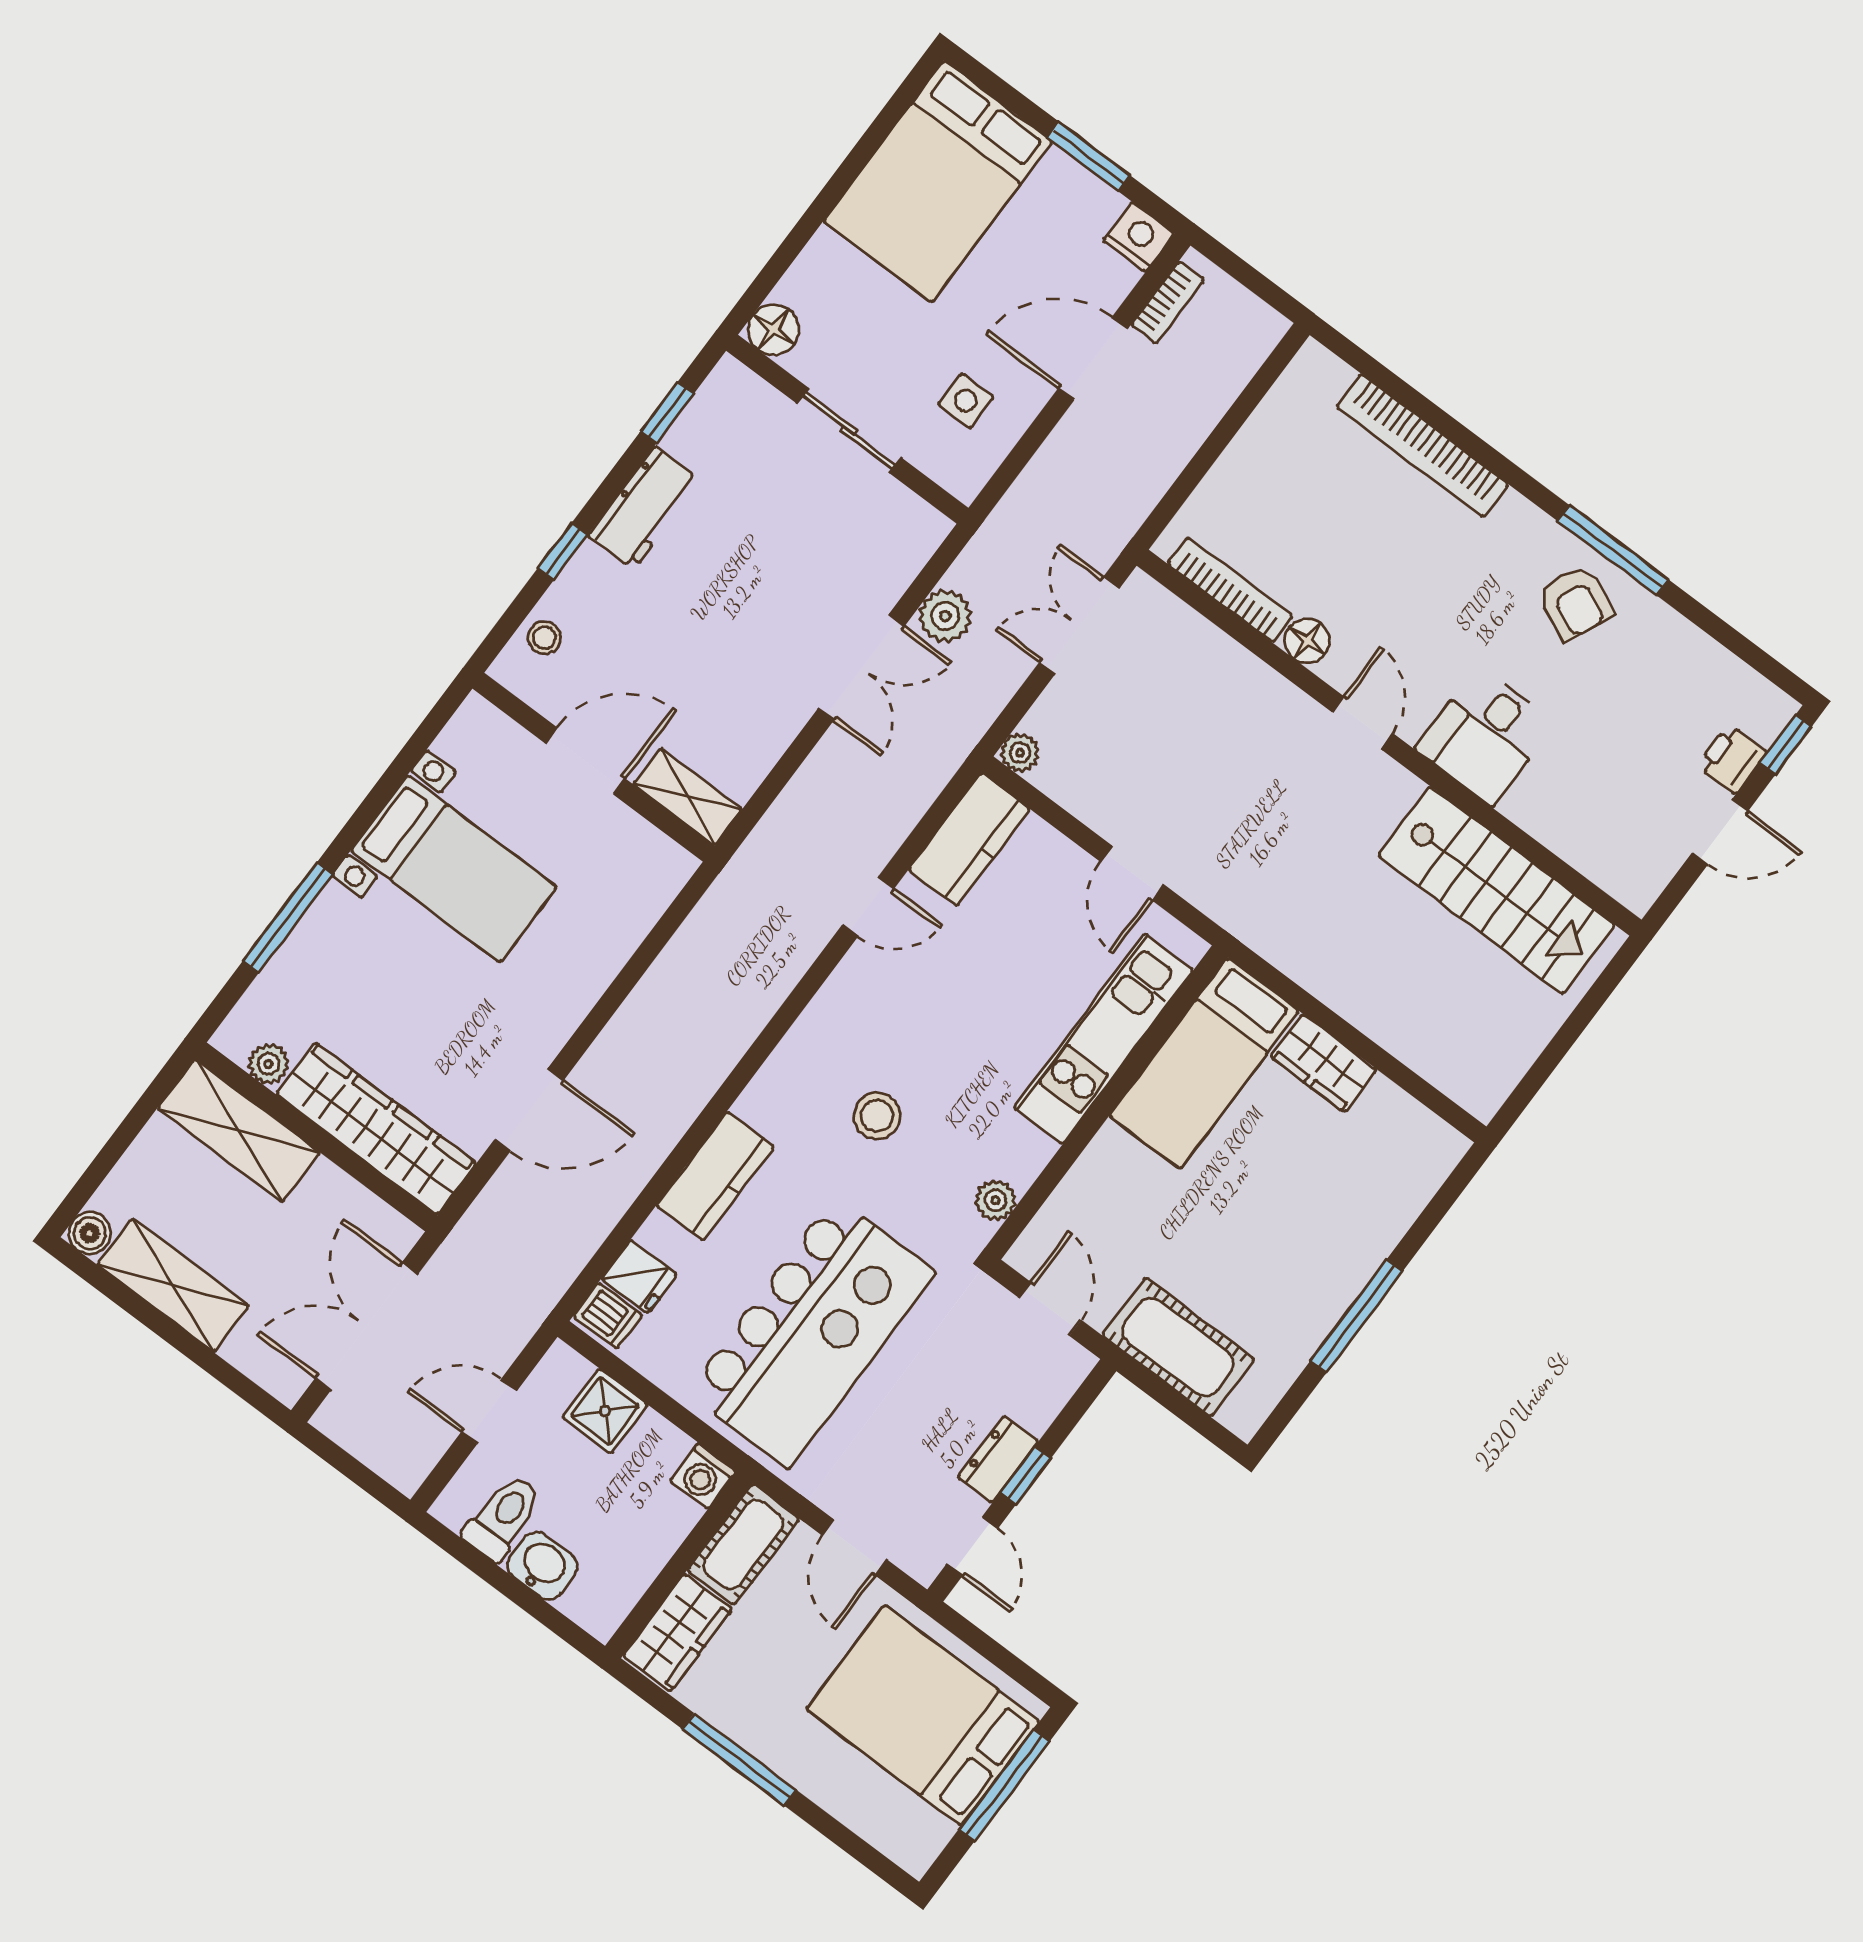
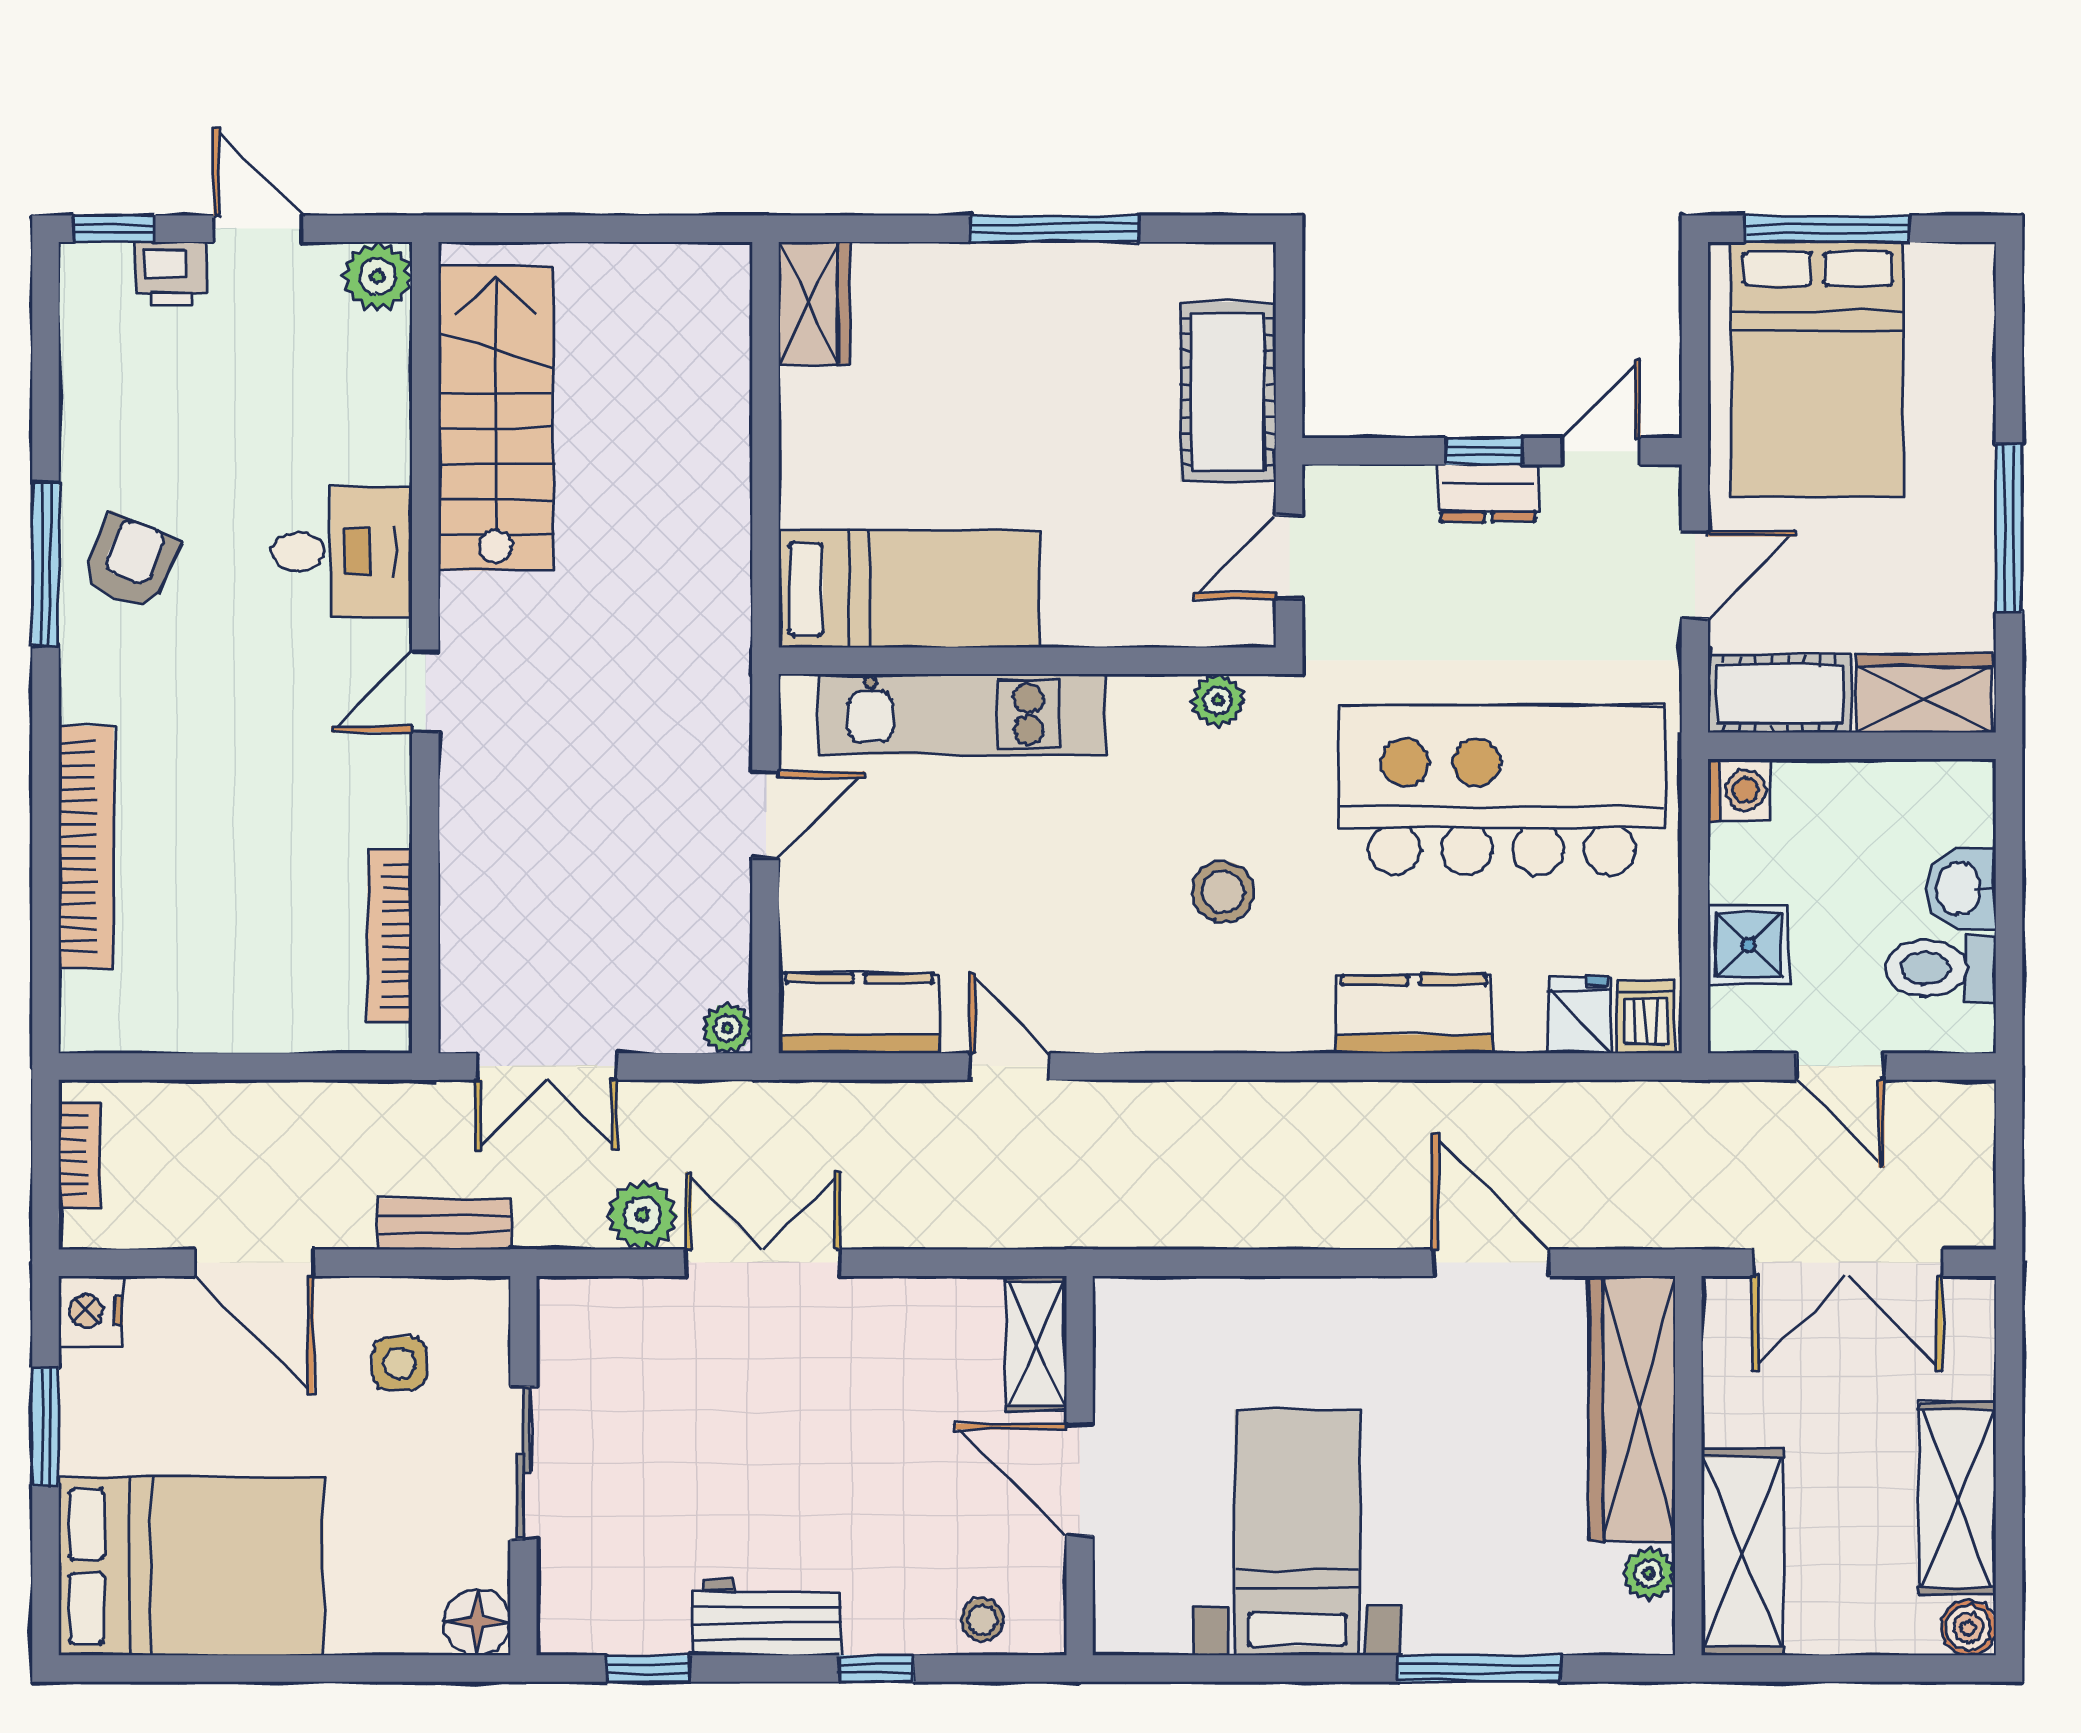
bookcase: (1168, 303) -> (80, 1156), moved, turned 90
bench: (1030, 491) -> (444, 1224), added
floor lamp: (1307, 641) -> (383, 814), removed
plant: (1636, 883) -> (377, 276), added
wardrobe: (1323, 1063) -> (814, 303), moved

